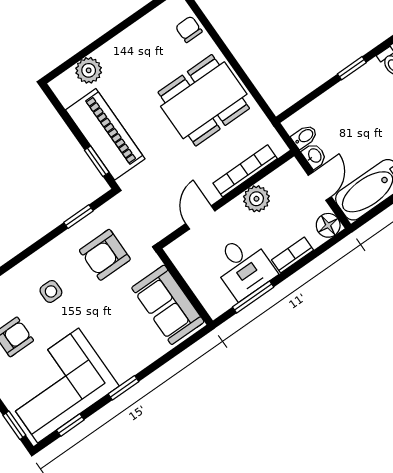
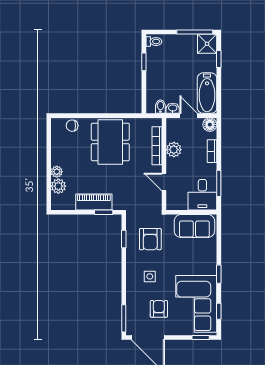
plant: (108, 53) -> (57, 172), added
piano: (105, 134) -> (94, 202), width x0.73, depth x0.75
desk: (243, 267) -> (202, 195), moved, turned 90

